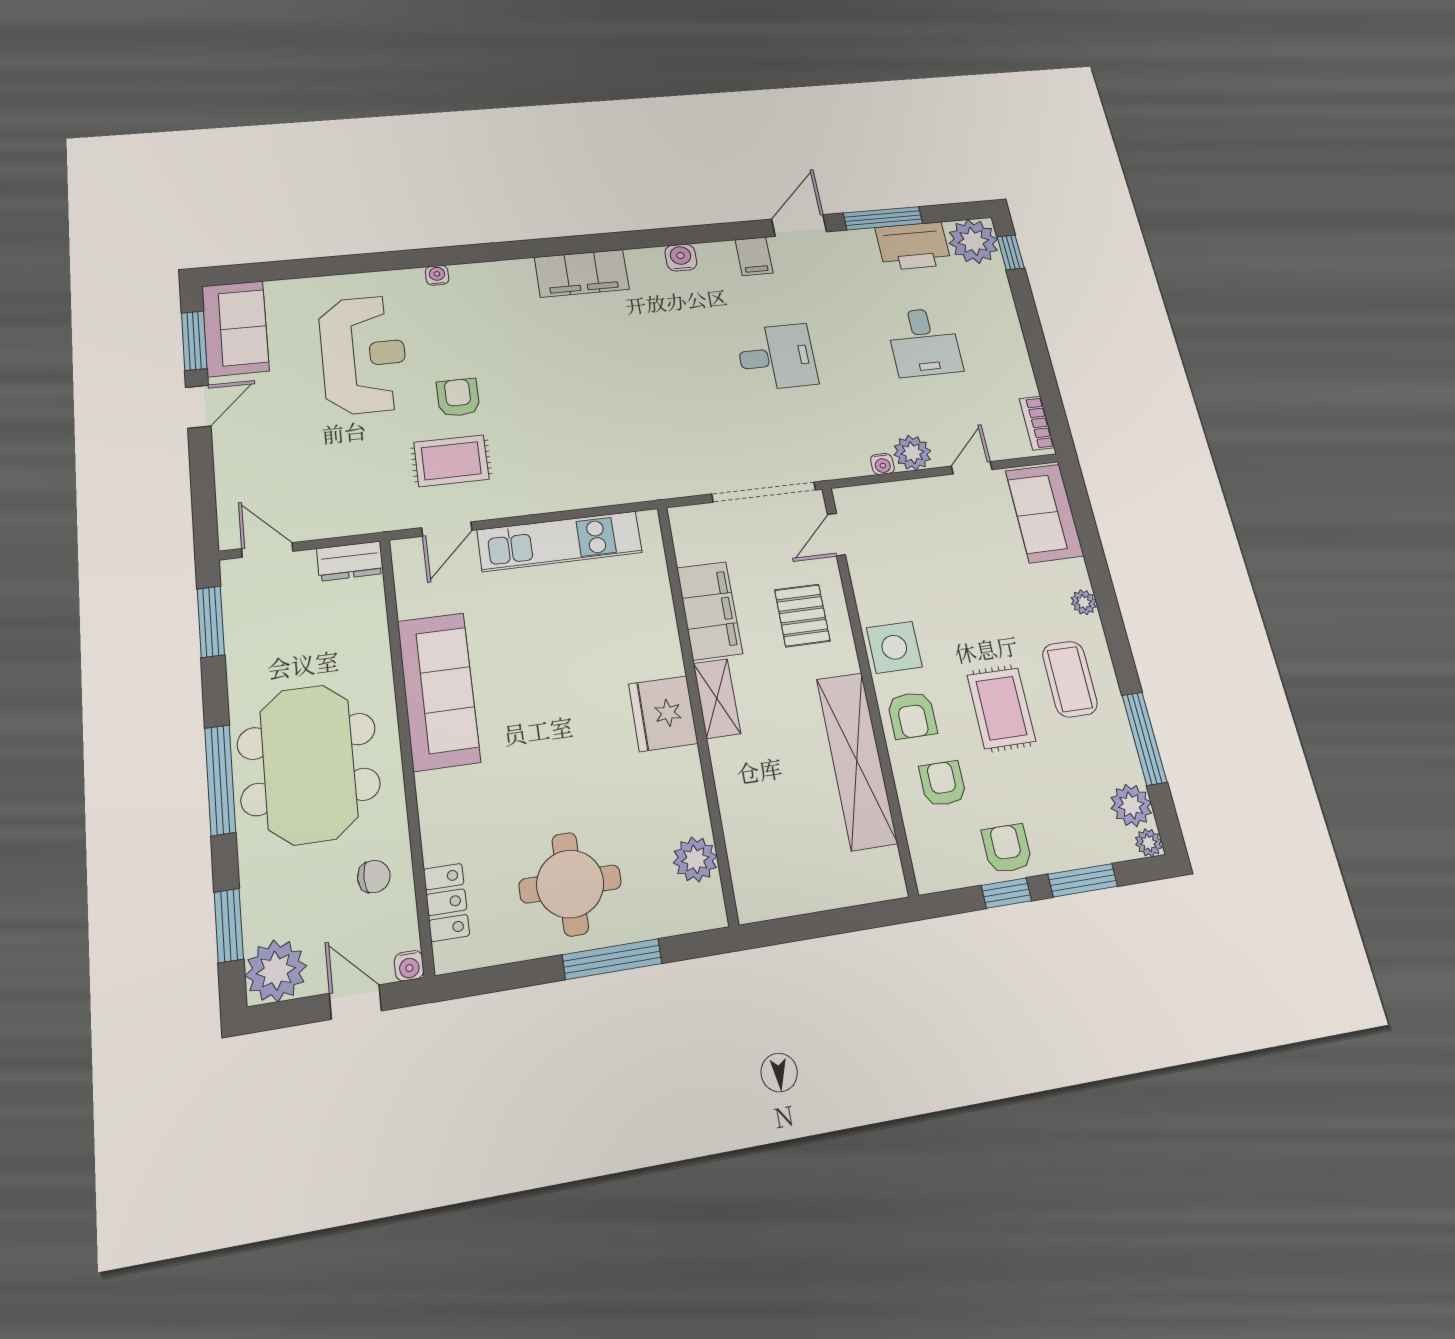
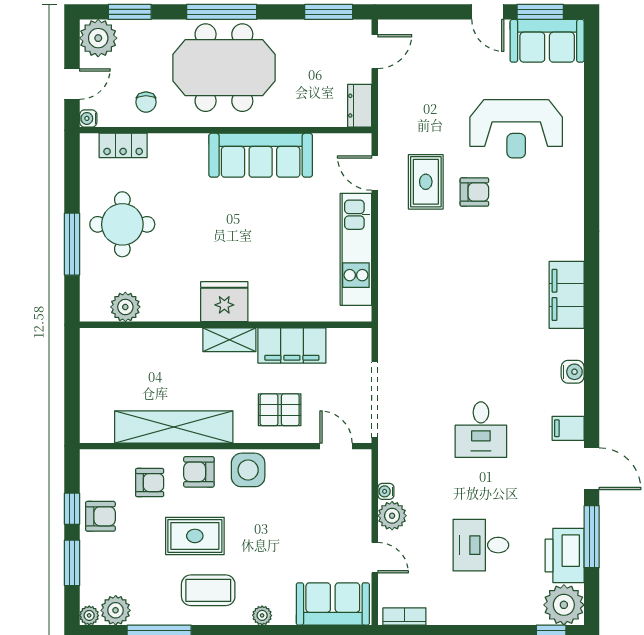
water cooler: (437, 275) -> (576, 188), removed

